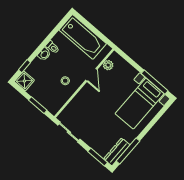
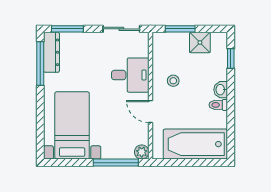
plant: (108, 65) -> (142, 152), moved
shower: (24, 81) -> (200, 42), moved
window: (155, 82) -> (116, 163), moved
desk: (85, 104) -> (130, 75), added

